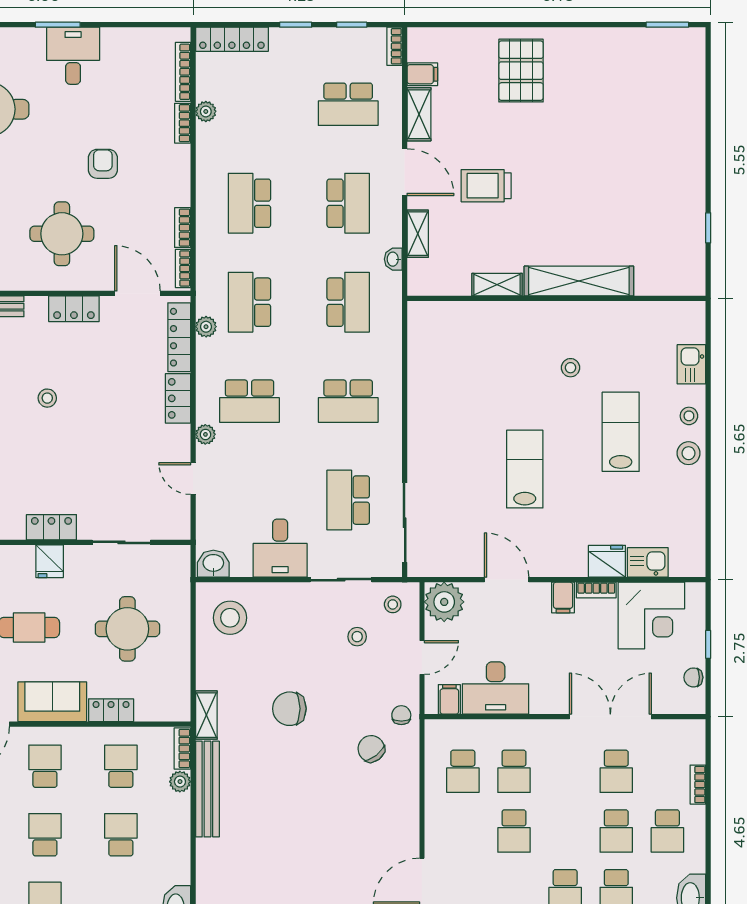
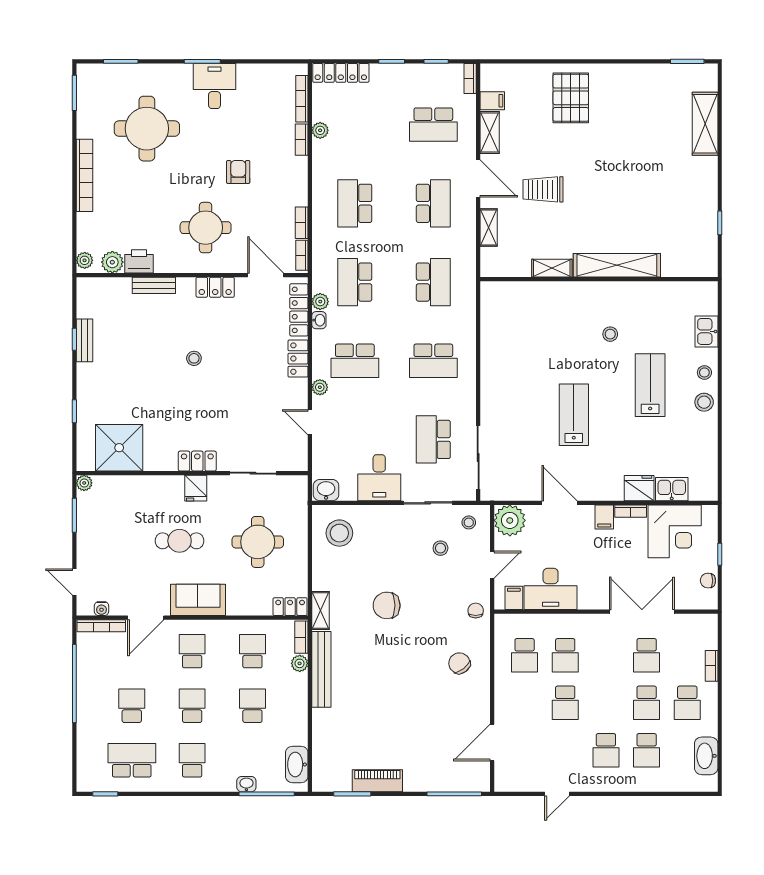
shelving: (690, 103) -> (705, 124), added
washbasin: (393, 259) -> (319, 320), moved, turned 180
locker: (111, 710) -> (290, 607), moved
chair: (371, 749) -> (459, 663), moved

